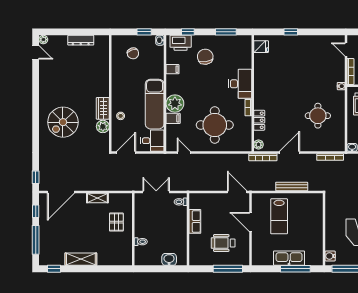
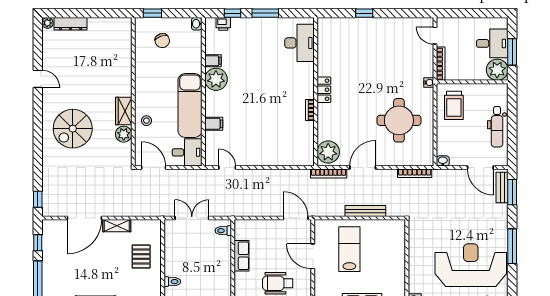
window: (144, 32) -> (152, 13), moved
window: (226, 32) -> (265, 13), moved
dresser: (81, 40) -> (71, 24), moved
printer: (181, 43) -> (223, 24), width x0.53, depth x0.68
fridge: (261, 47) -> (326, 32), removed
door: (36, 52) -> (38, 79), moved
chair: (205, 57) -> (255, 45), removed
desk: (240, 84) -> (300, 43), moved
plant: (175, 104) -> (216, 79), moved
round table: (318, 116) -> (399, 120), width x1.36, depth x1.36
locker: (259, 120) -> (324, 90), moved
round table: (215, 125) -> (267, 132), removed
plant: (259, 144) -> (328, 152), width x1.87, depth x1.87
door: (126, 153) -> (154, 168), hinge flipped
door: (61, 192) -> (84, 218), moved
lab bench: (279, 216) -> (349, 249), turned 180

